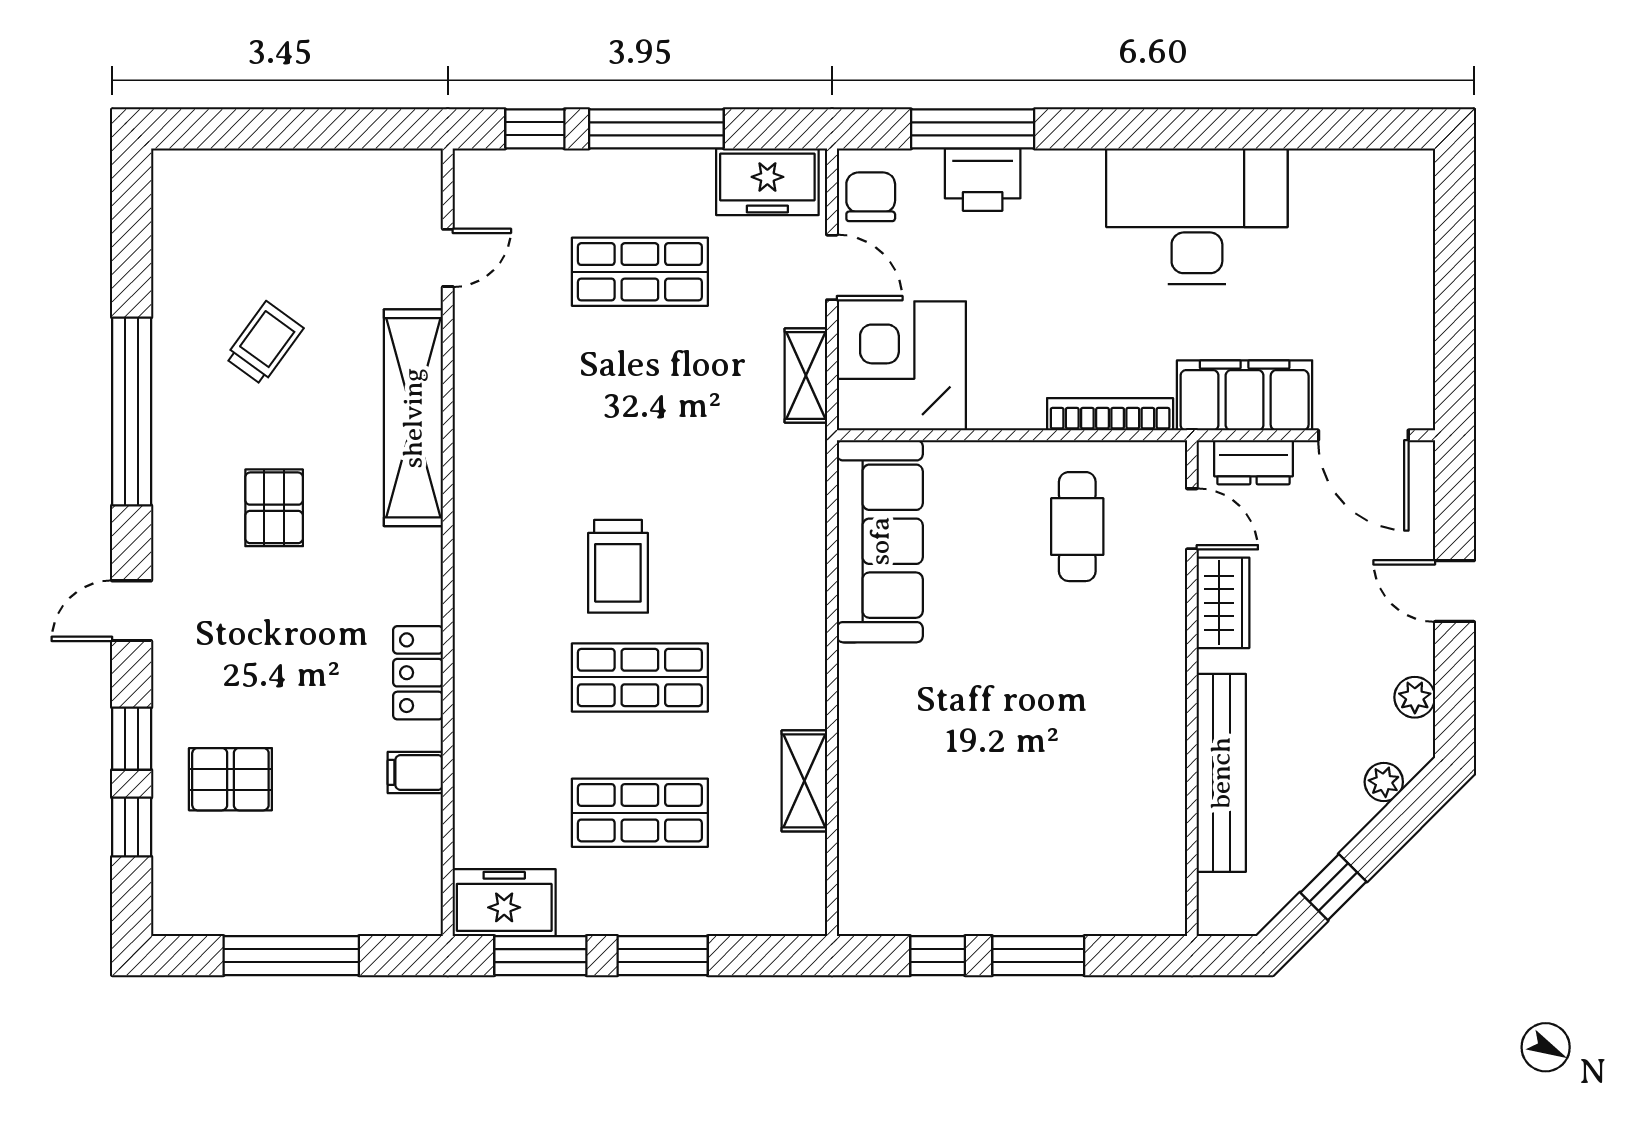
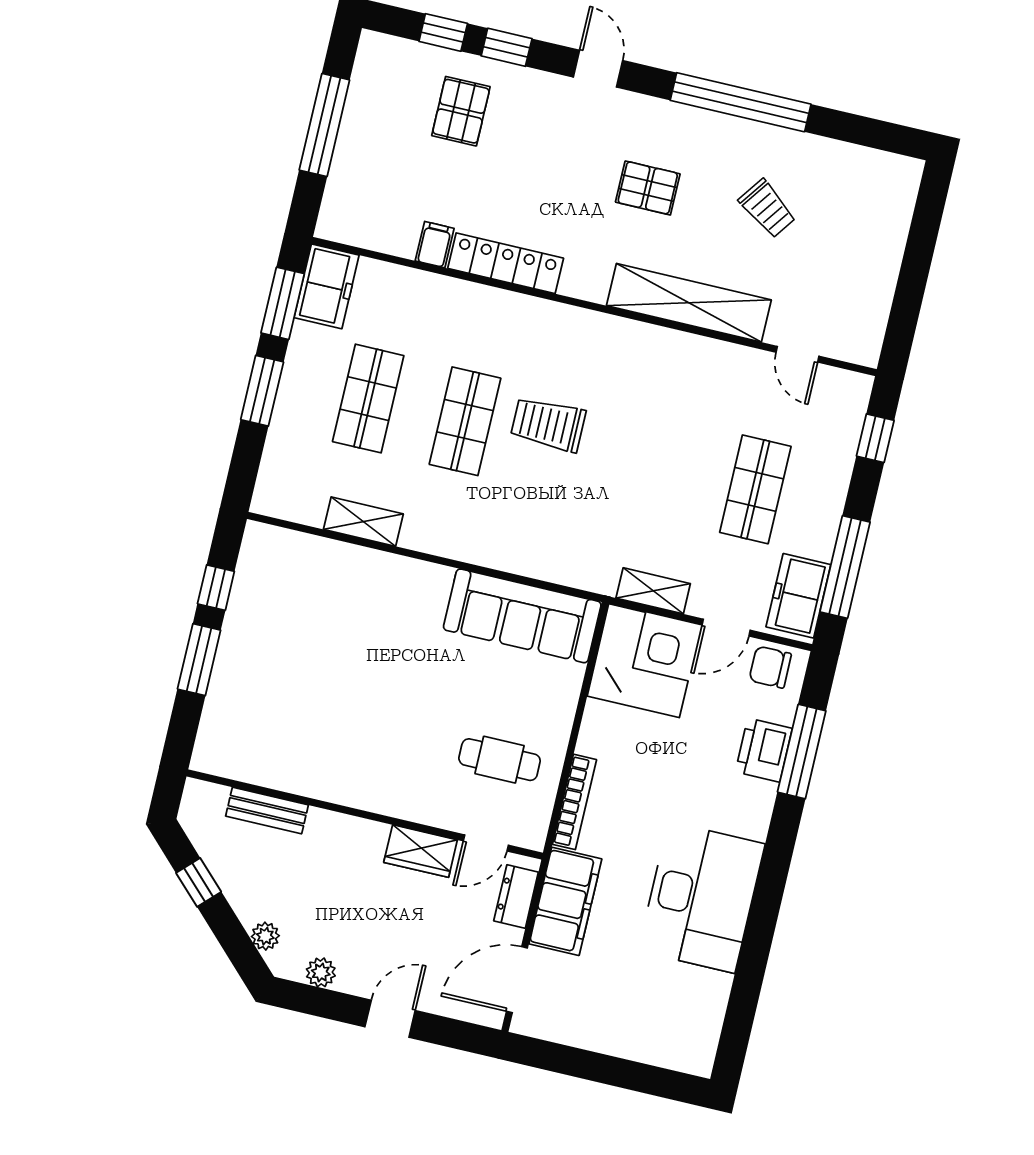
window: (656, 129) -> (845, 567), moved
chair: (871, 197) -> (770, 667), turned 180
locker: (418, 673) -> (506, 263), width x1.53
bench: (1221, 773) -> (267, 811), width x0.54, depth x0.82

